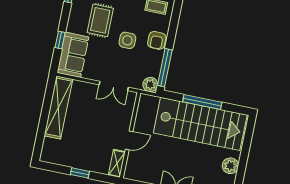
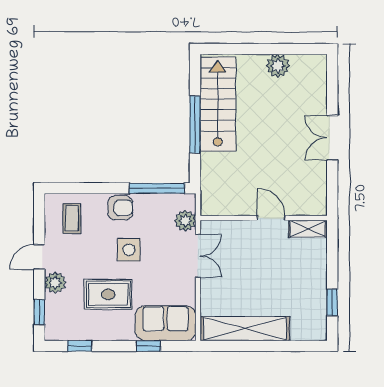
plant: (150, 85) -> (185, 221), moved
stairs: (200, 124) -> (218, 104), width x0.73, depth x0.66
window: (80, 173) -> (332, 302), moved

